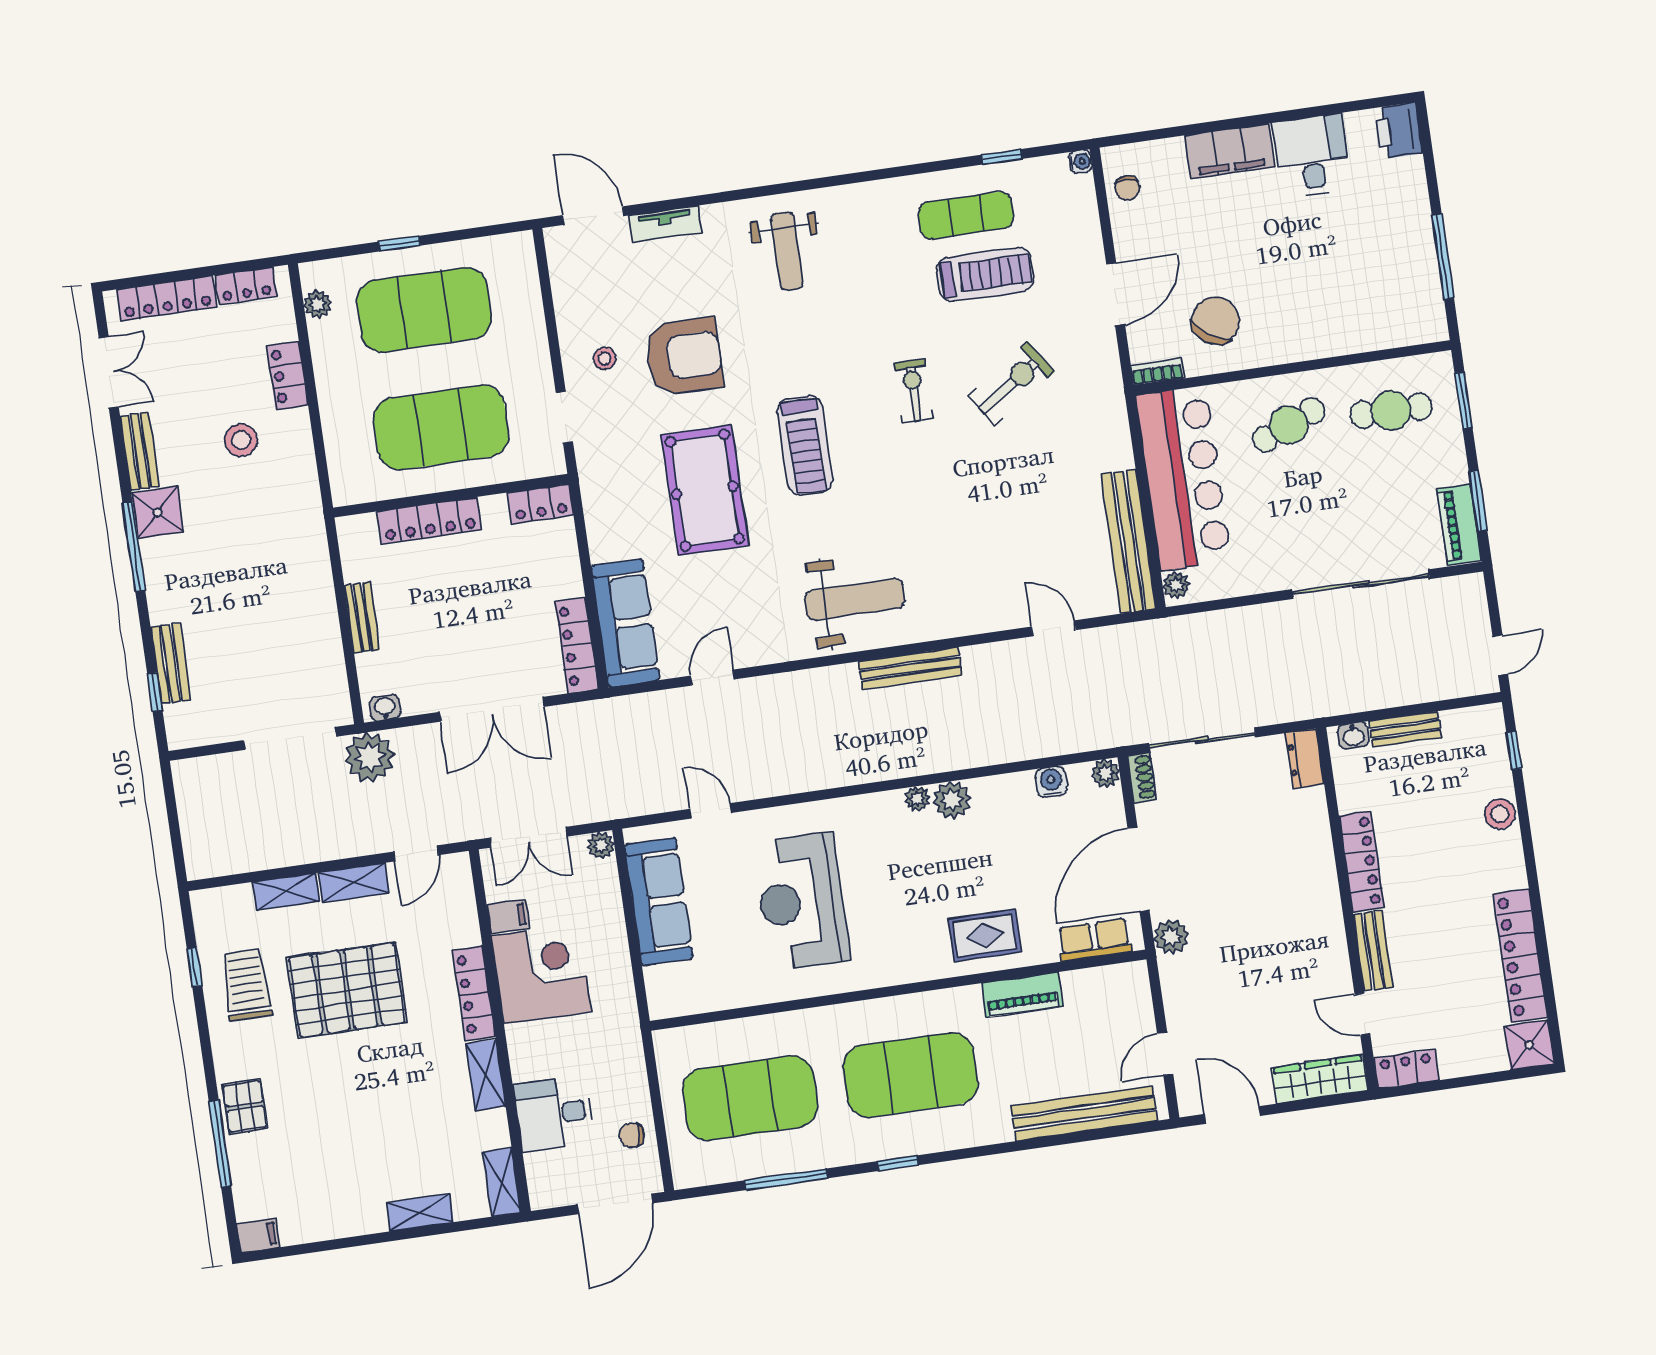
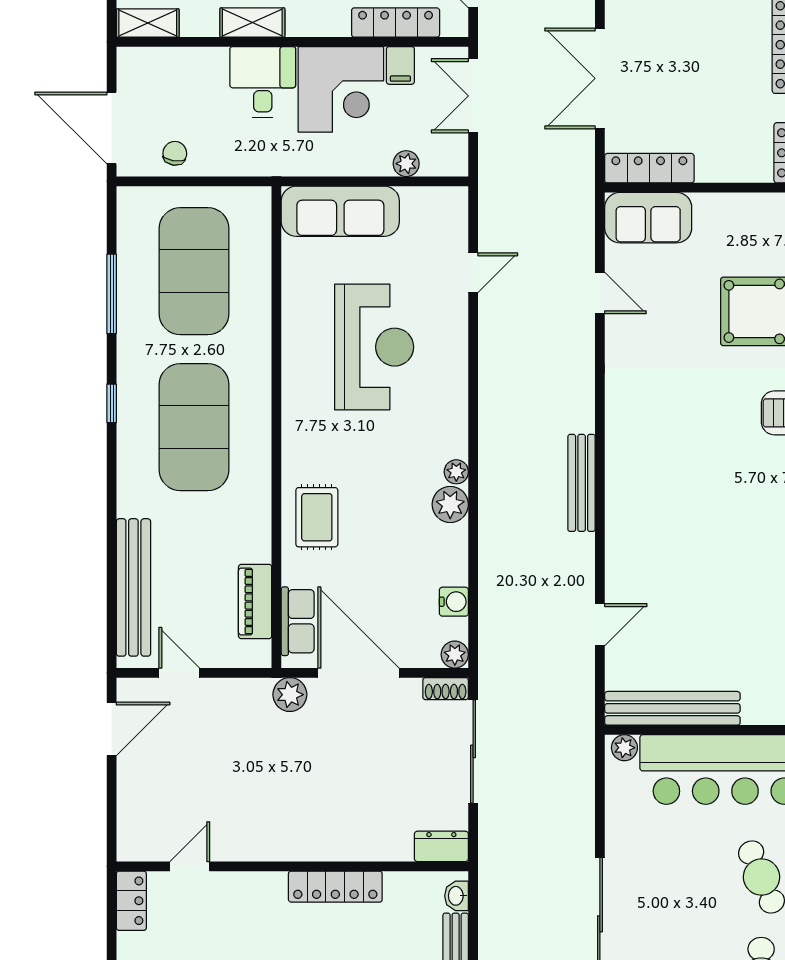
weight bench: (855, 599) -> (655, 439), removed
sofa: (625, 623) -> (648, 218), width x0.73
plant: (601, 845) -> (406, 164), moved
sofa: (659, 902) -> (340, 211), moved
reception desk: (801, 902) -> (374, 347), turned 90
bench: (1373, 951) -> (249, 885), removed
locker: (474, 994) -> (396, 23), moved
piano: (1022, 995) -> (255, 602), moved
wardrobe: (1320, 1079) -> (134, 817), removed
desk: (554, 1114) -> (263, 82), moved

